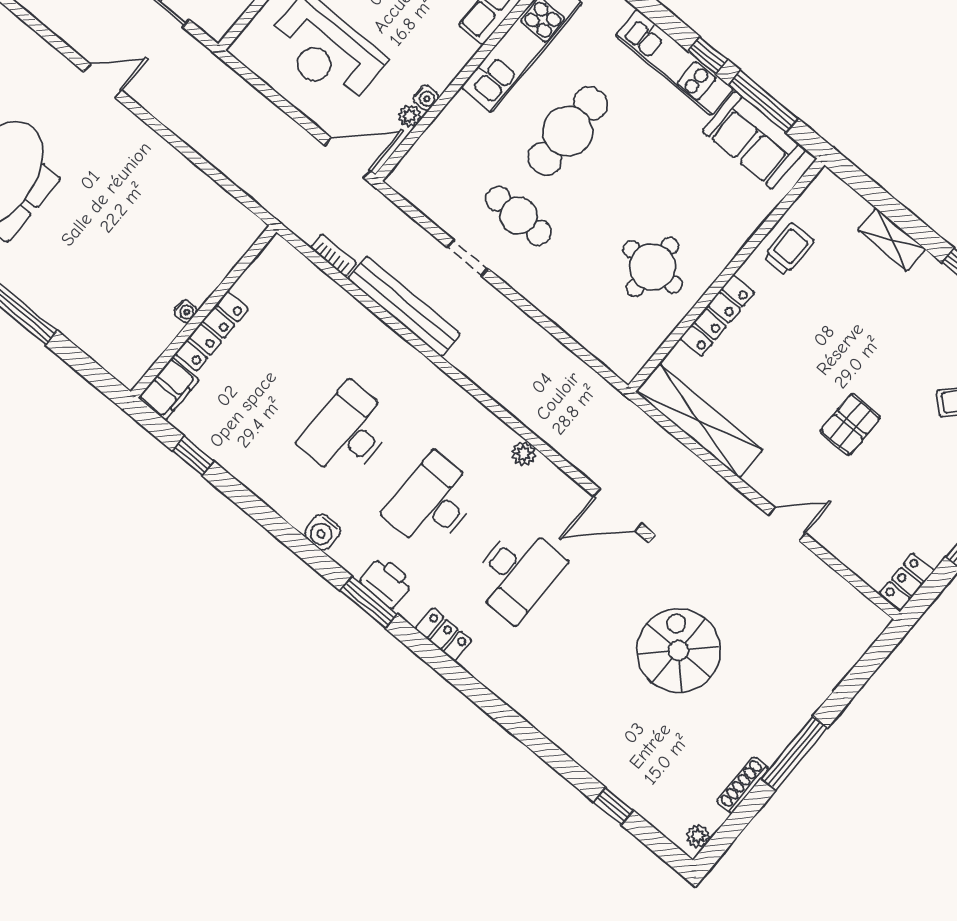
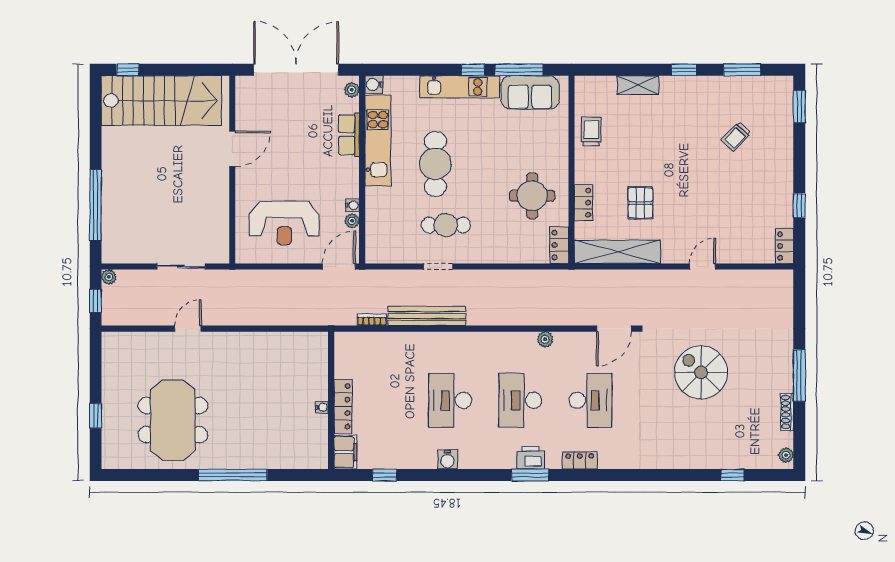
locker: (717, 316) -> (584, 203), width x0.66
locker: (635, 354) -> (559, 245), added
pallet: (850, 424) -> (640, 203), moved
water cooler: (323, 532) -> (447, 459), moved

